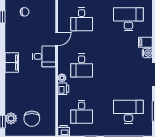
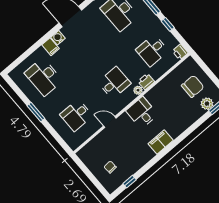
desk: (82, 19) -> (76, 115), turned 180
desk: (44, 56) -> (142, 113), moved
desk: (82, 112) -> (152, 50), turned 180

